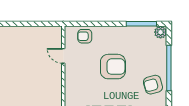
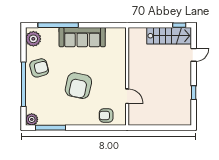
armchair: (85, 36) -> (106, 115), turned 180
armchair: (113, 67) -> (78, 86), turned -78

